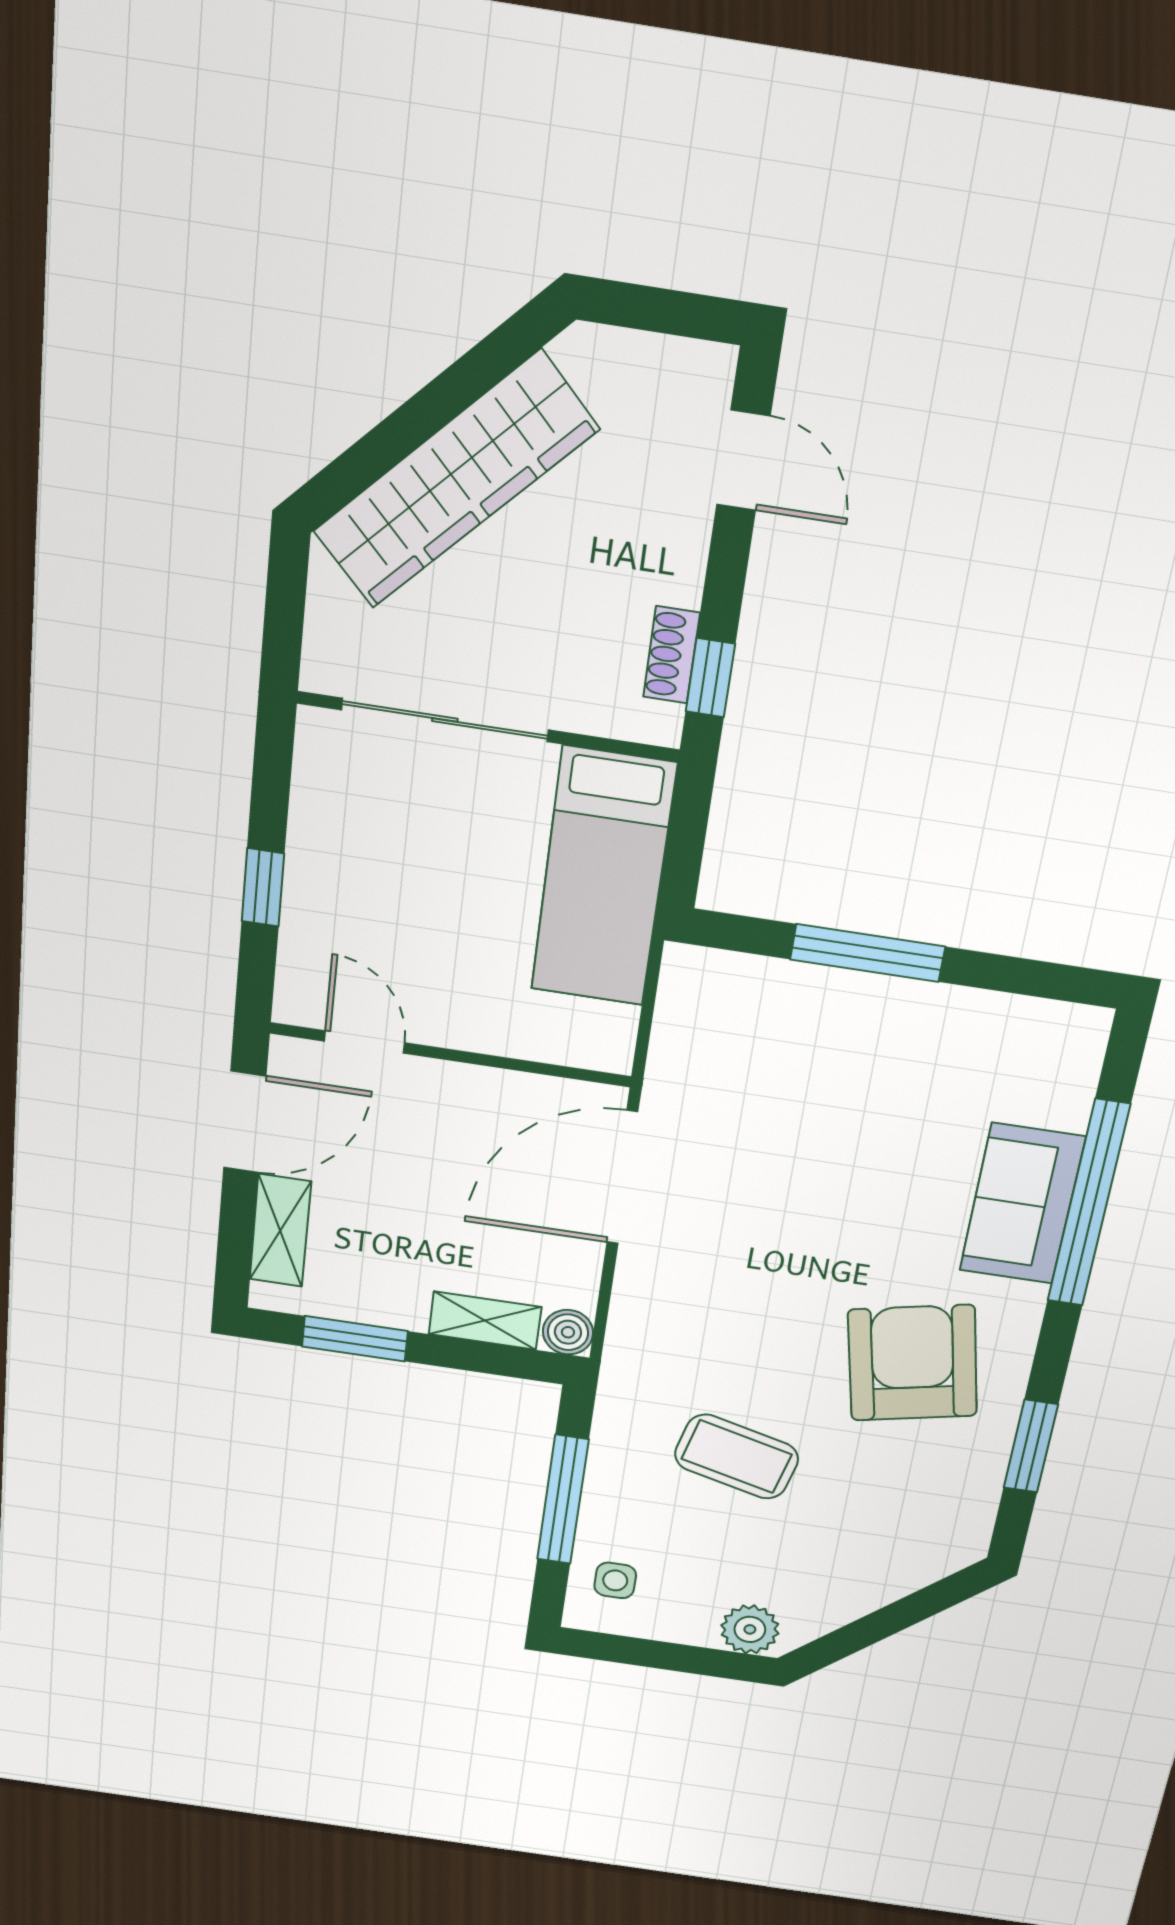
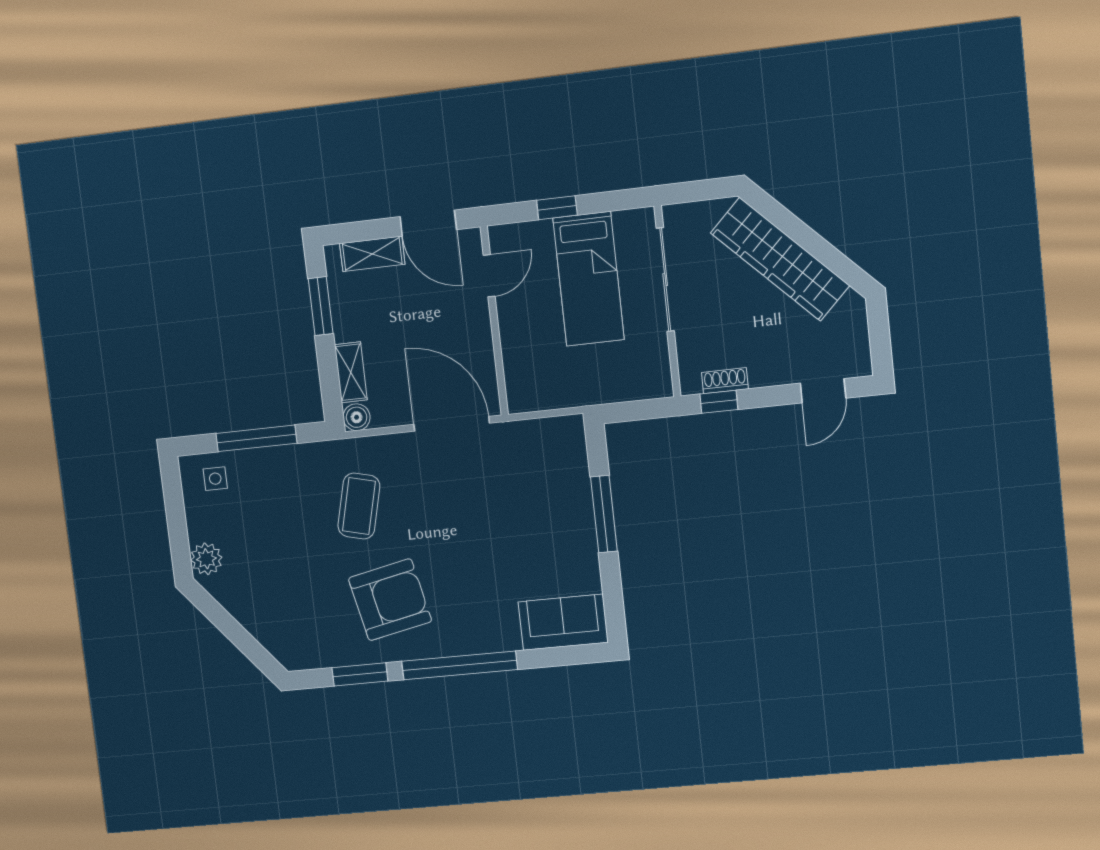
bed: (603, 877) -> (589, 279), moved, turned -90
sofa: (1022, 1204) -> (563, 622), moved
window: (1089, 1204) -> (459, 665), moved
coffee table: (737, 1457) -> (359, 506), moved

